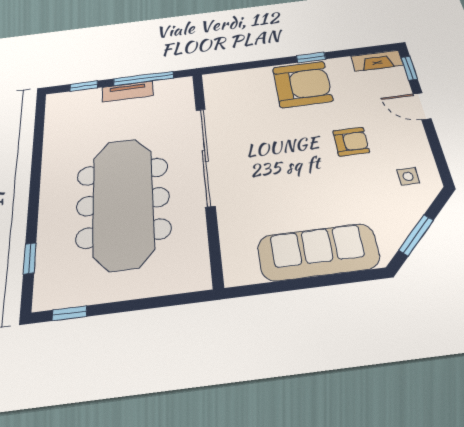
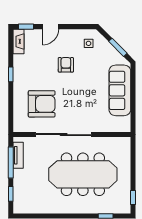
armchair: (303, 84) -> (42, 104), moved, turned 90
tv unit: (128, 92) -> (18, 155), moved

